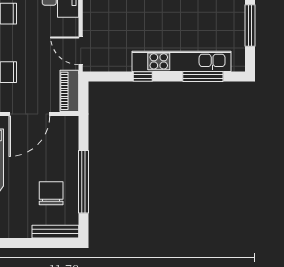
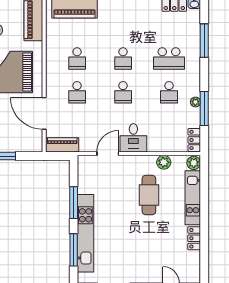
door: (81, 51) -> (108, 154), moved
window: (143, 76) -> (74, 203), width x2.17

